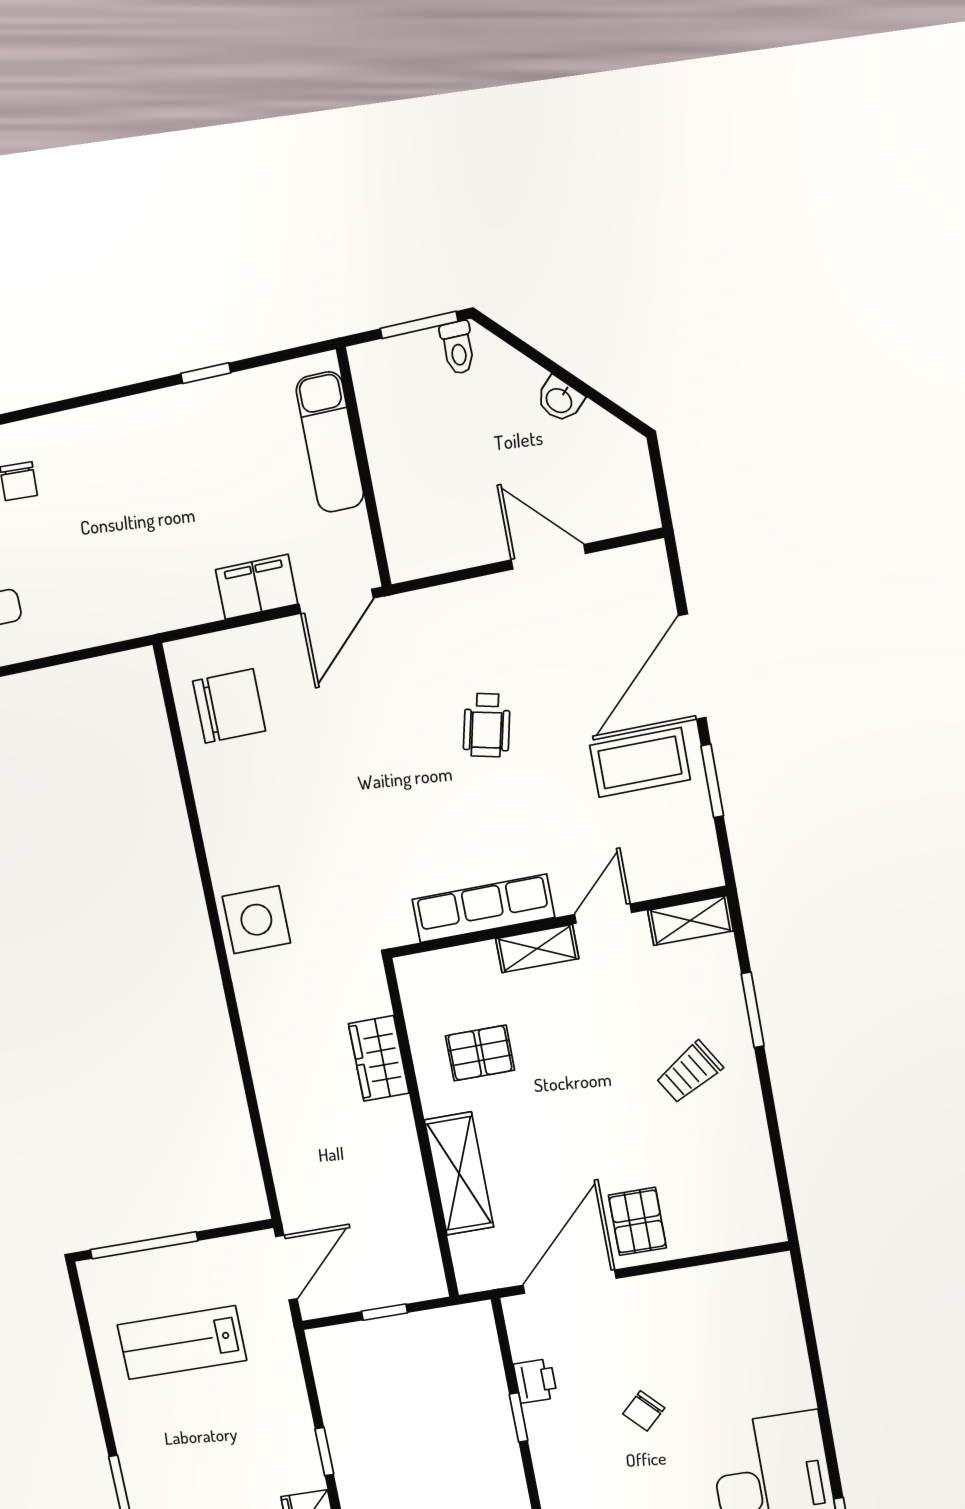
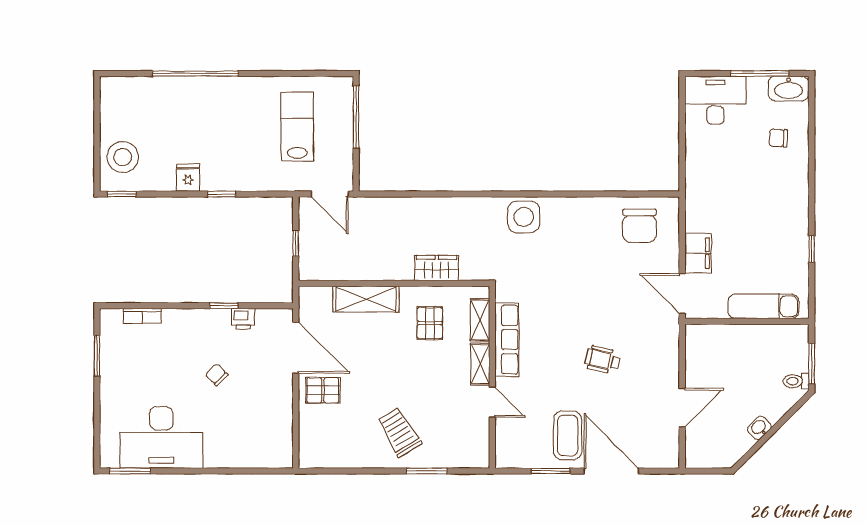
shelving: (690, 921) -> (480, 320), moved
trolley: (689, 1072) -> (399, 432), width x1.36, depth x1.39

